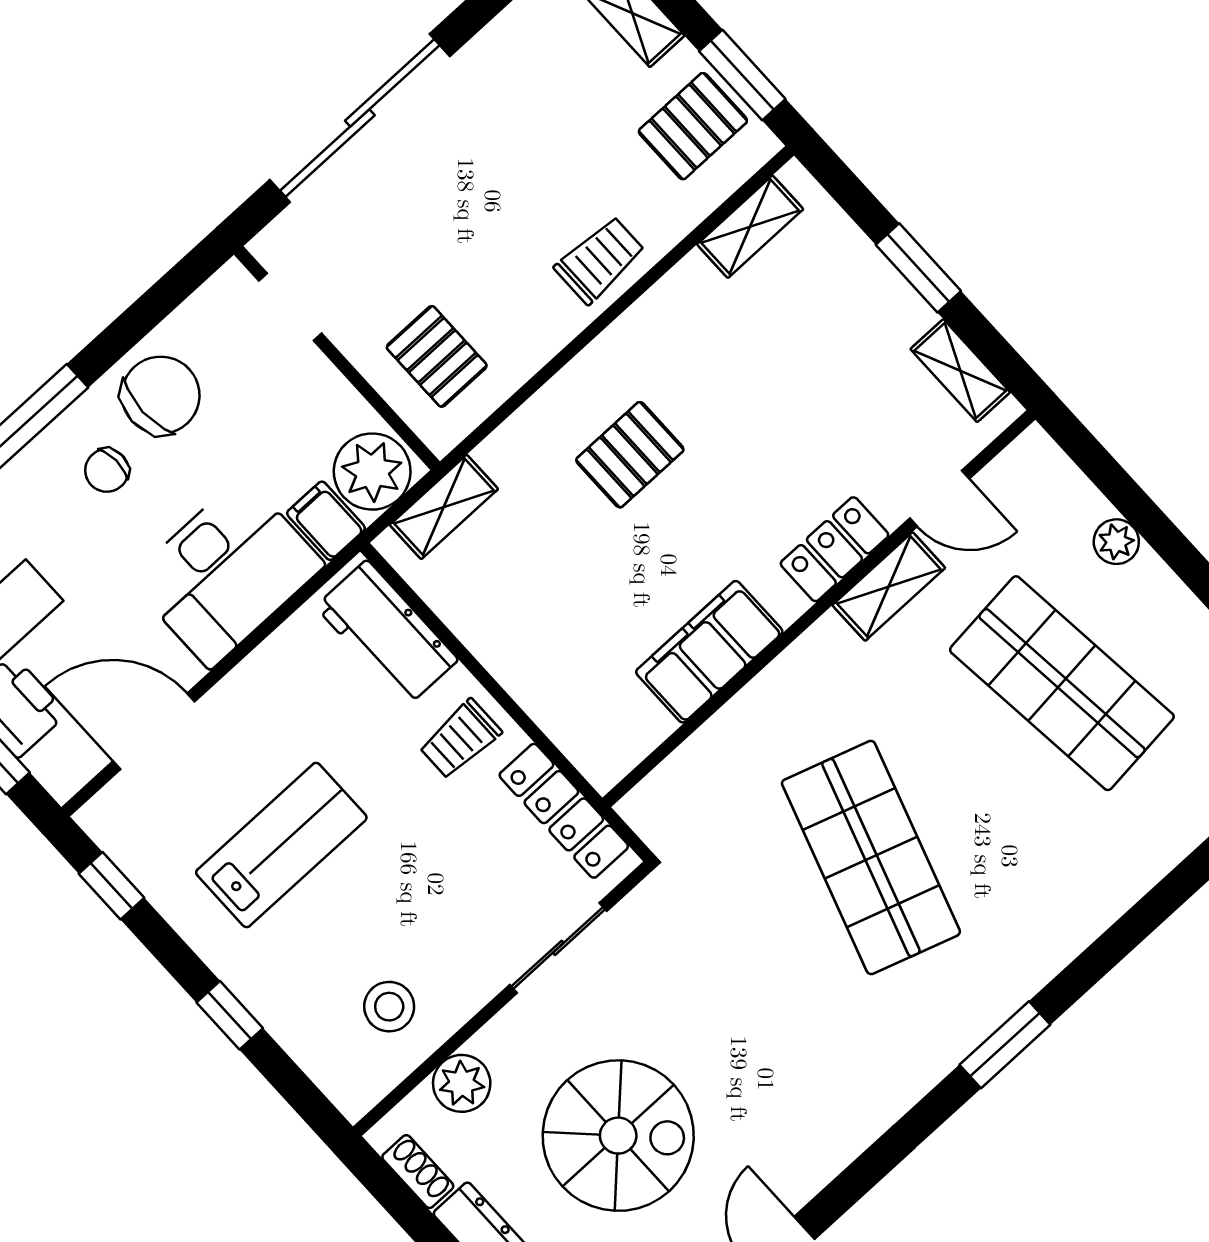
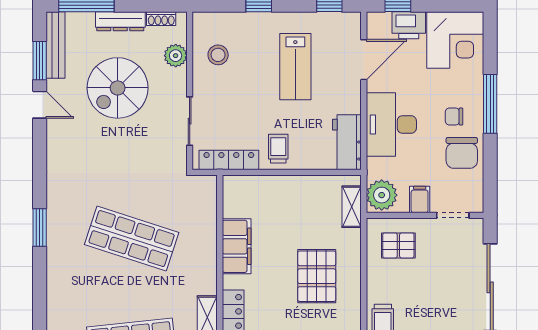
pallet: (630, 455) -> (317, 276), width x1.50, depth x1.42
chair: (107, 470) -> (454, 117), turned -88
filing cabinet: (326, 521) -> (420, 199), moved, turned -90
workbench: (387, 633) -> (347, 142), moved, turned -90

